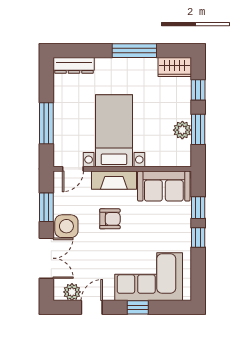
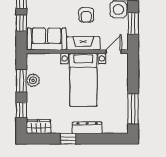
window: (134, 51) -> (68, 139), width x0.46
dresser: (74, 65) -> (87, 128), moved
window: (46, 123) -> (133, 109), moved
armchair: (110, 219) -> (86, 15), turned -90

